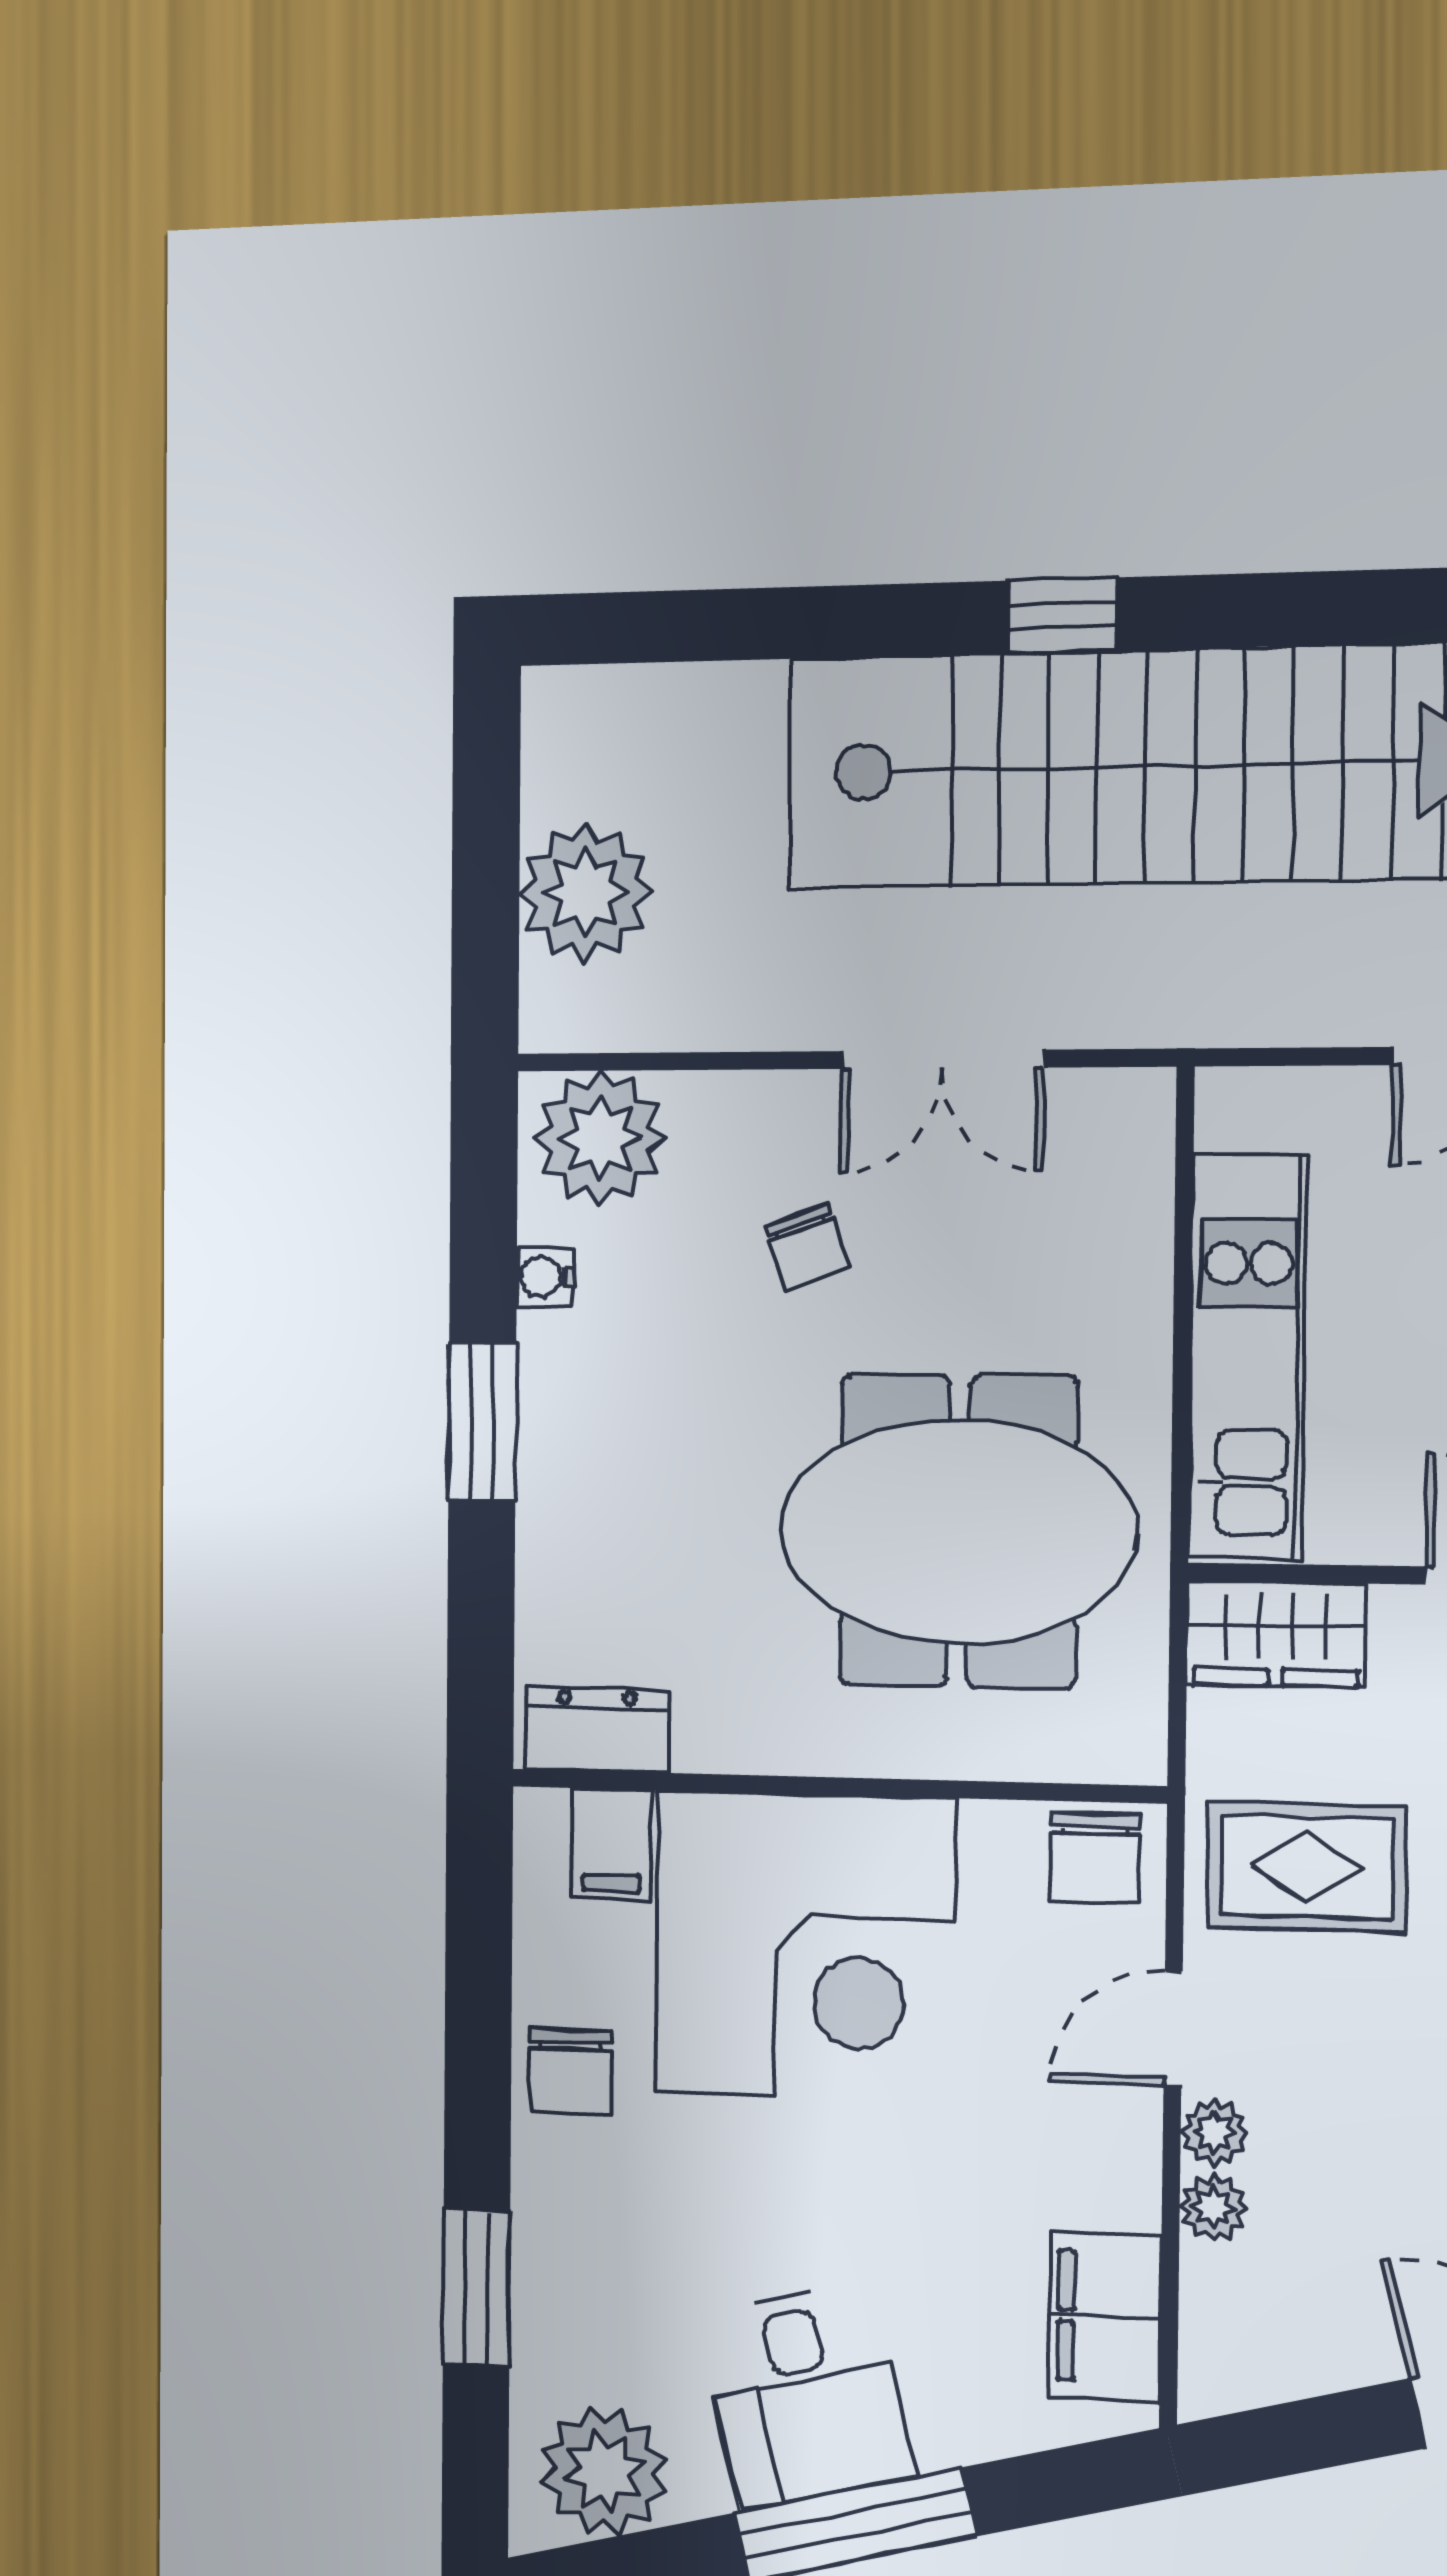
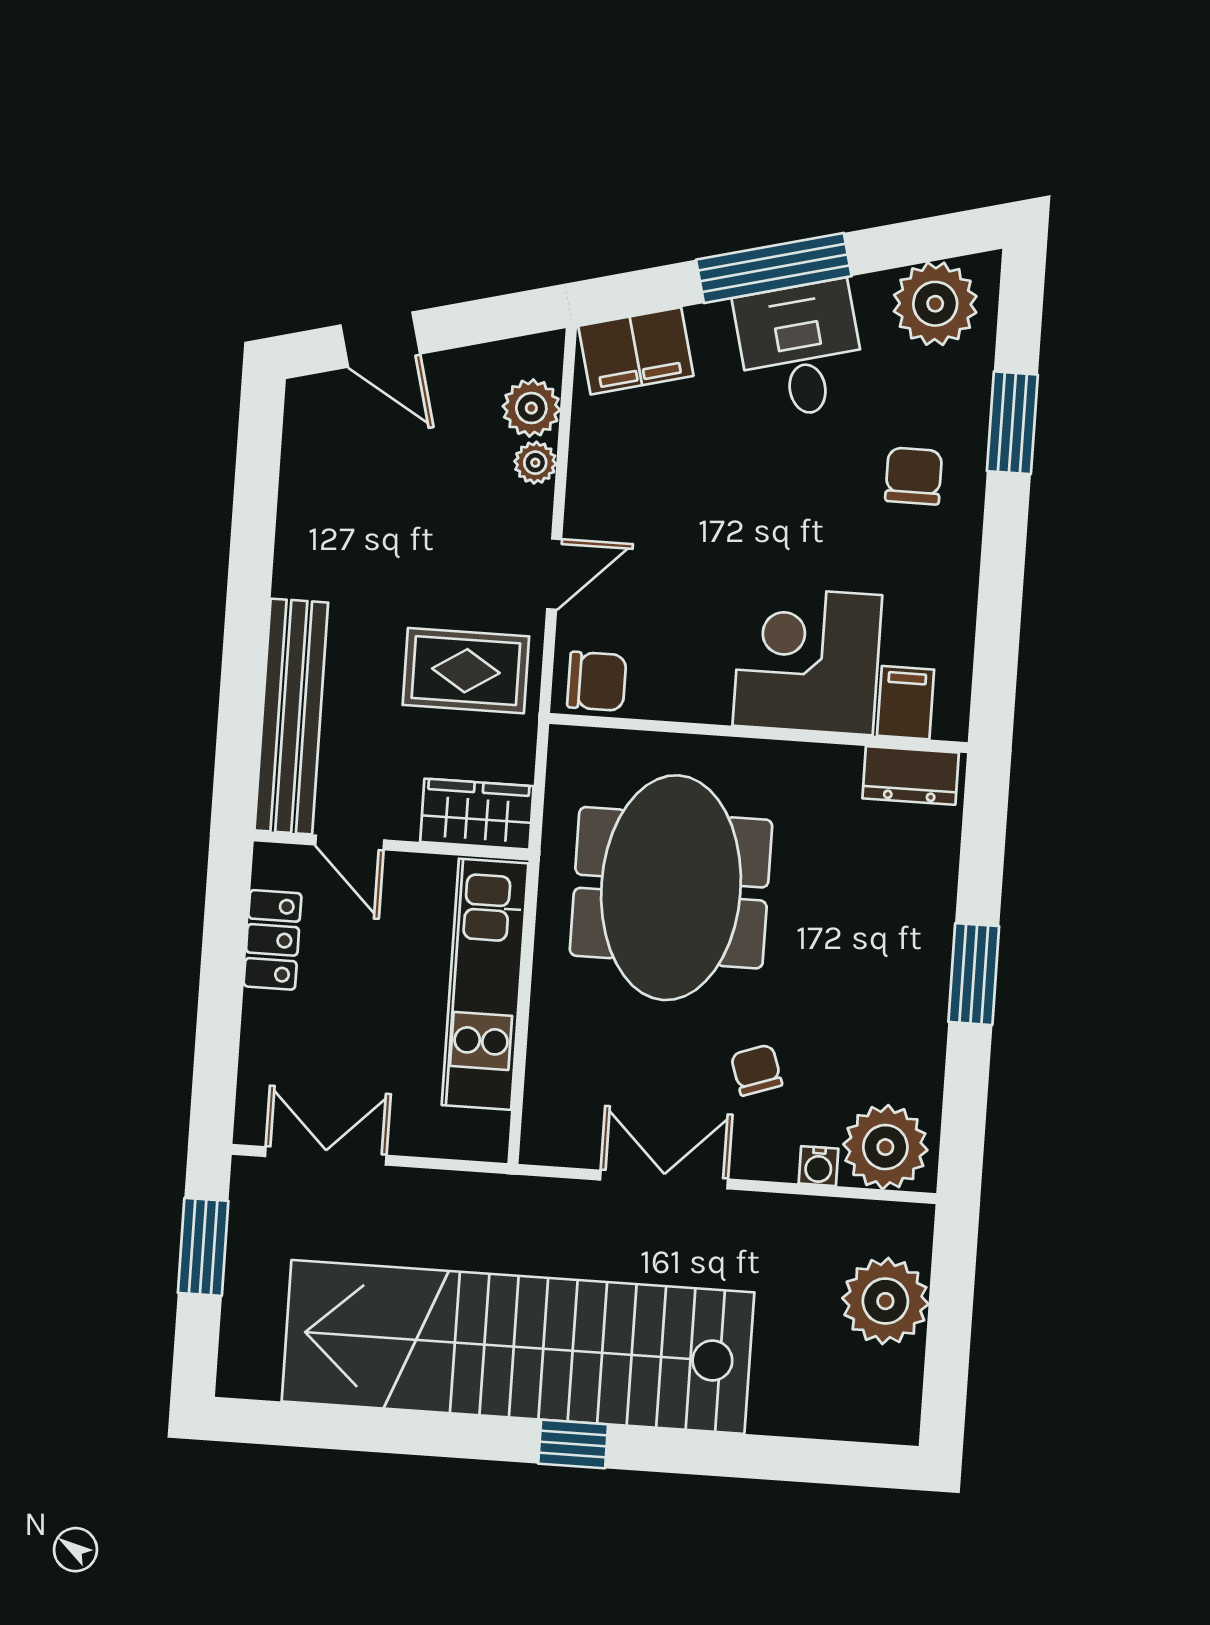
water cooler: (545, 1277) -> (818, 1166), moved, turned 90
meeting table: (958, 1531) -> (671, 888), turned 90
chair: (1095, 1858) -> (597, 681), turned 90
corner desk: (805, 1946) -> (807, 660), width x0.74, depth x0.74
chair: (571, 2071) -> (914, 476), moved
plant: (1214, 2133) -> (531, 408), moved, width x1.38, depth x1.38
filing cabinet: (1105, 2317) -> (636, 351), moved, turned 76

